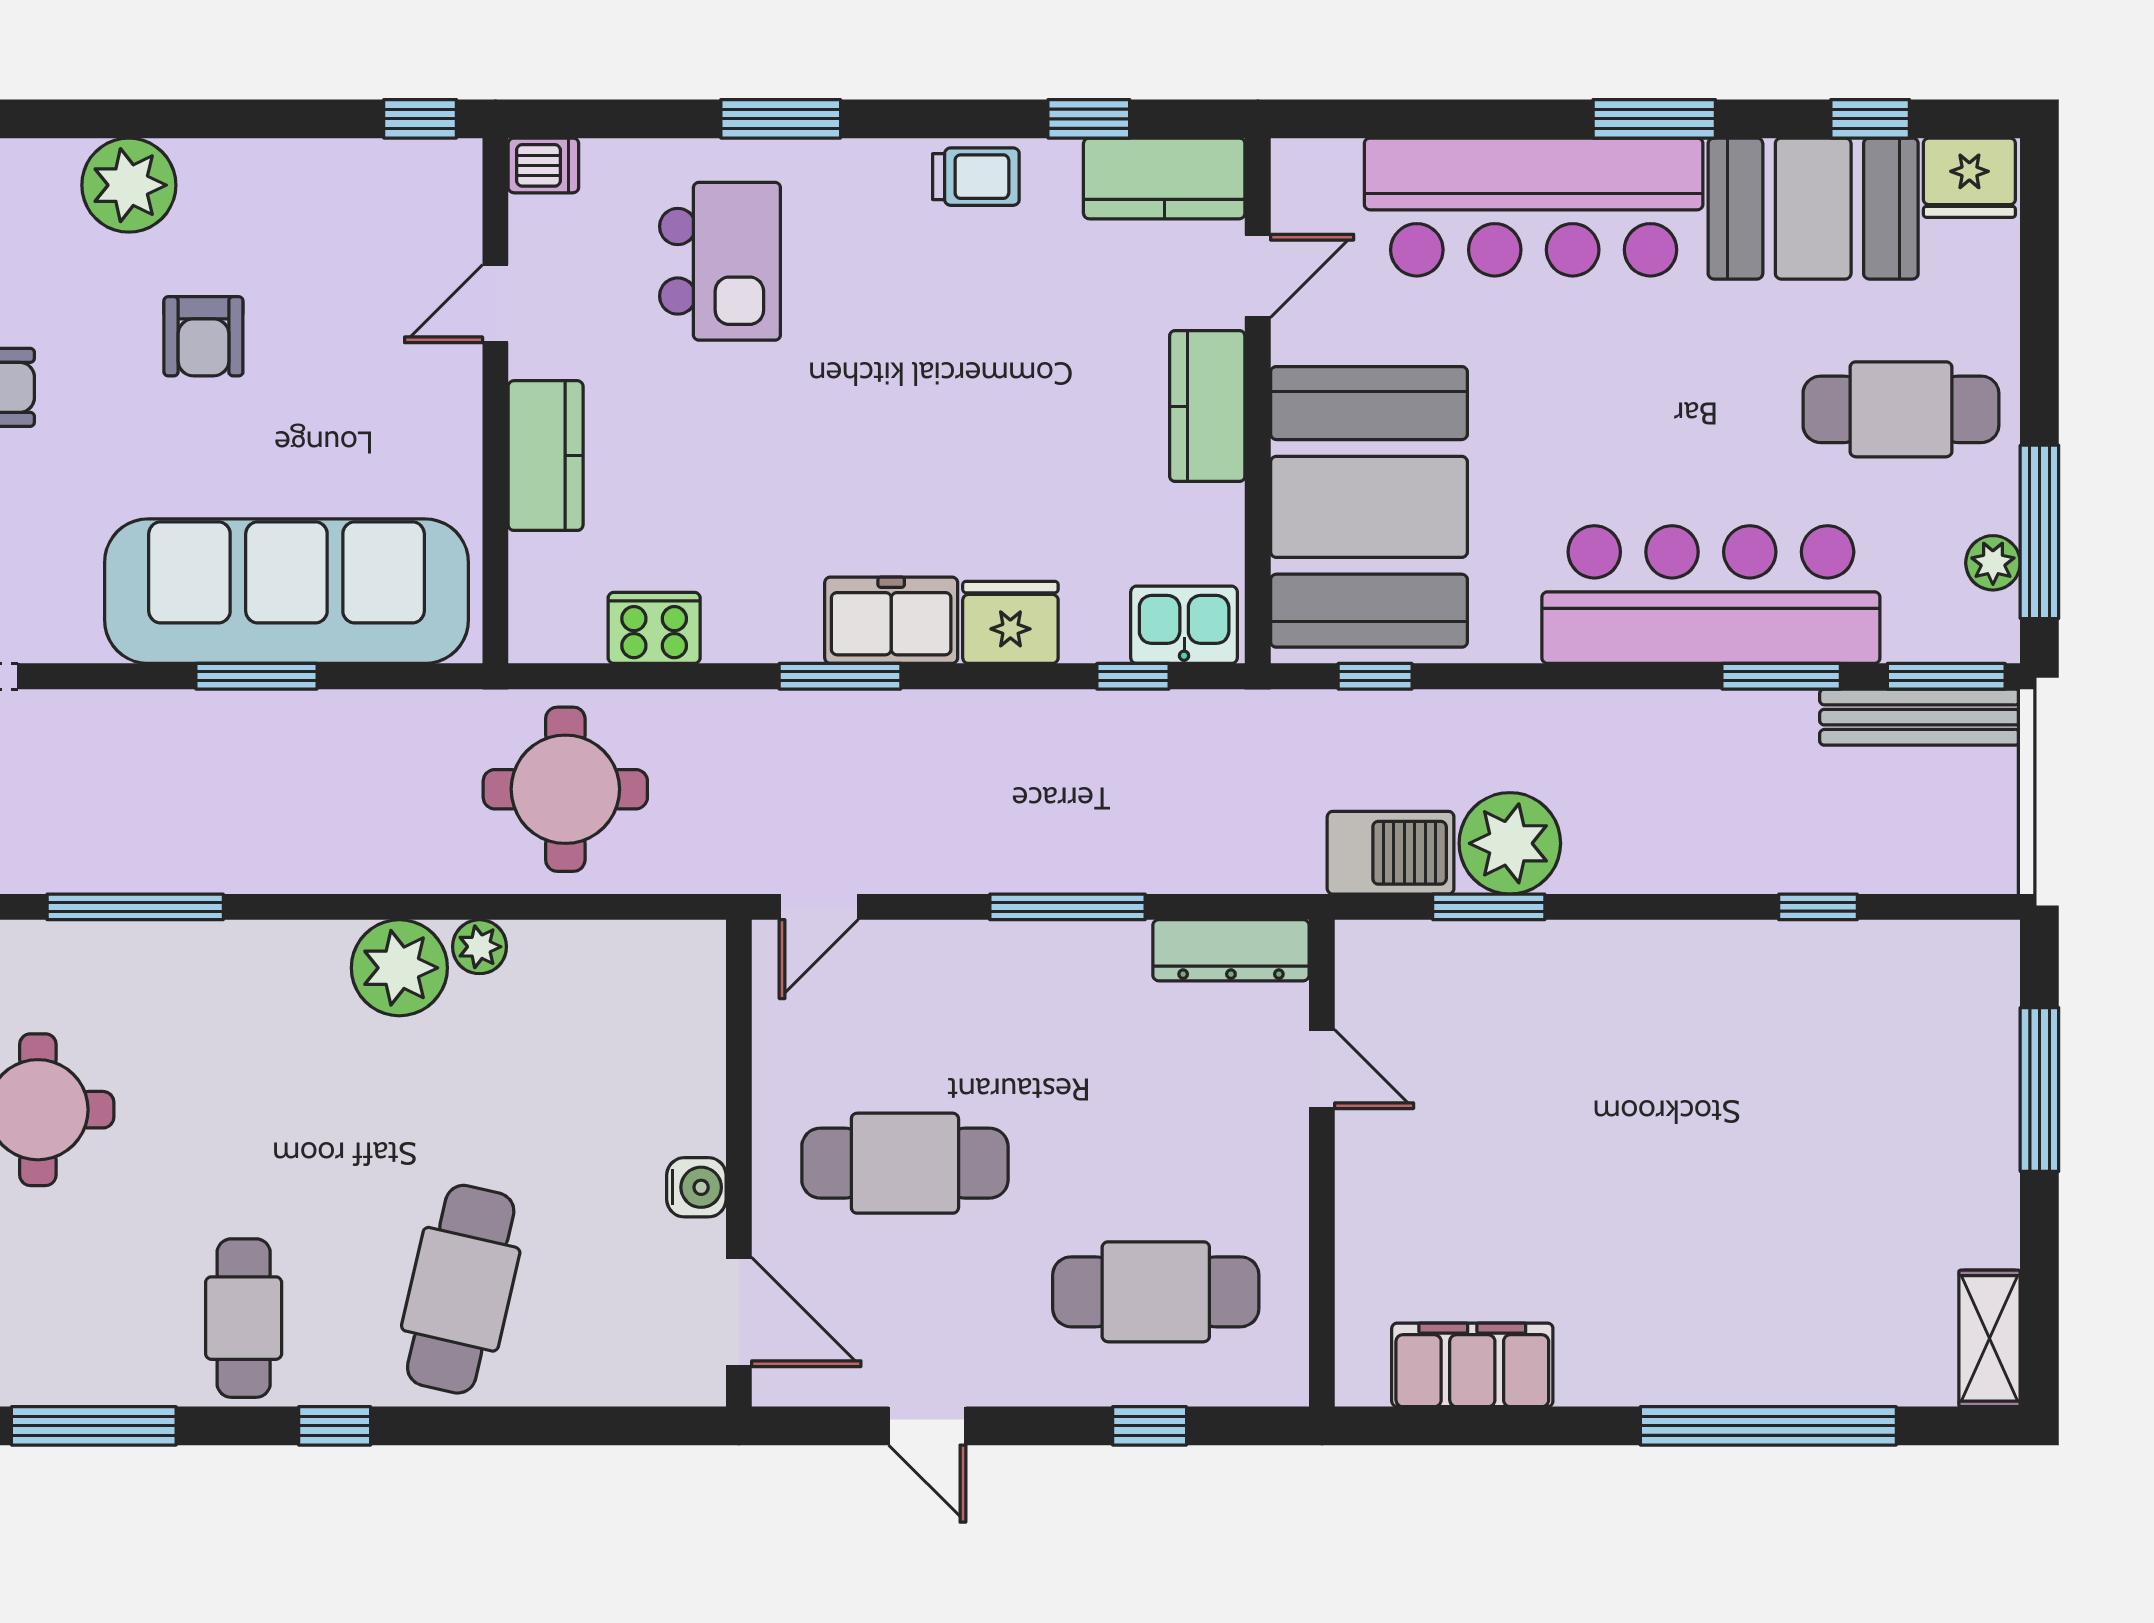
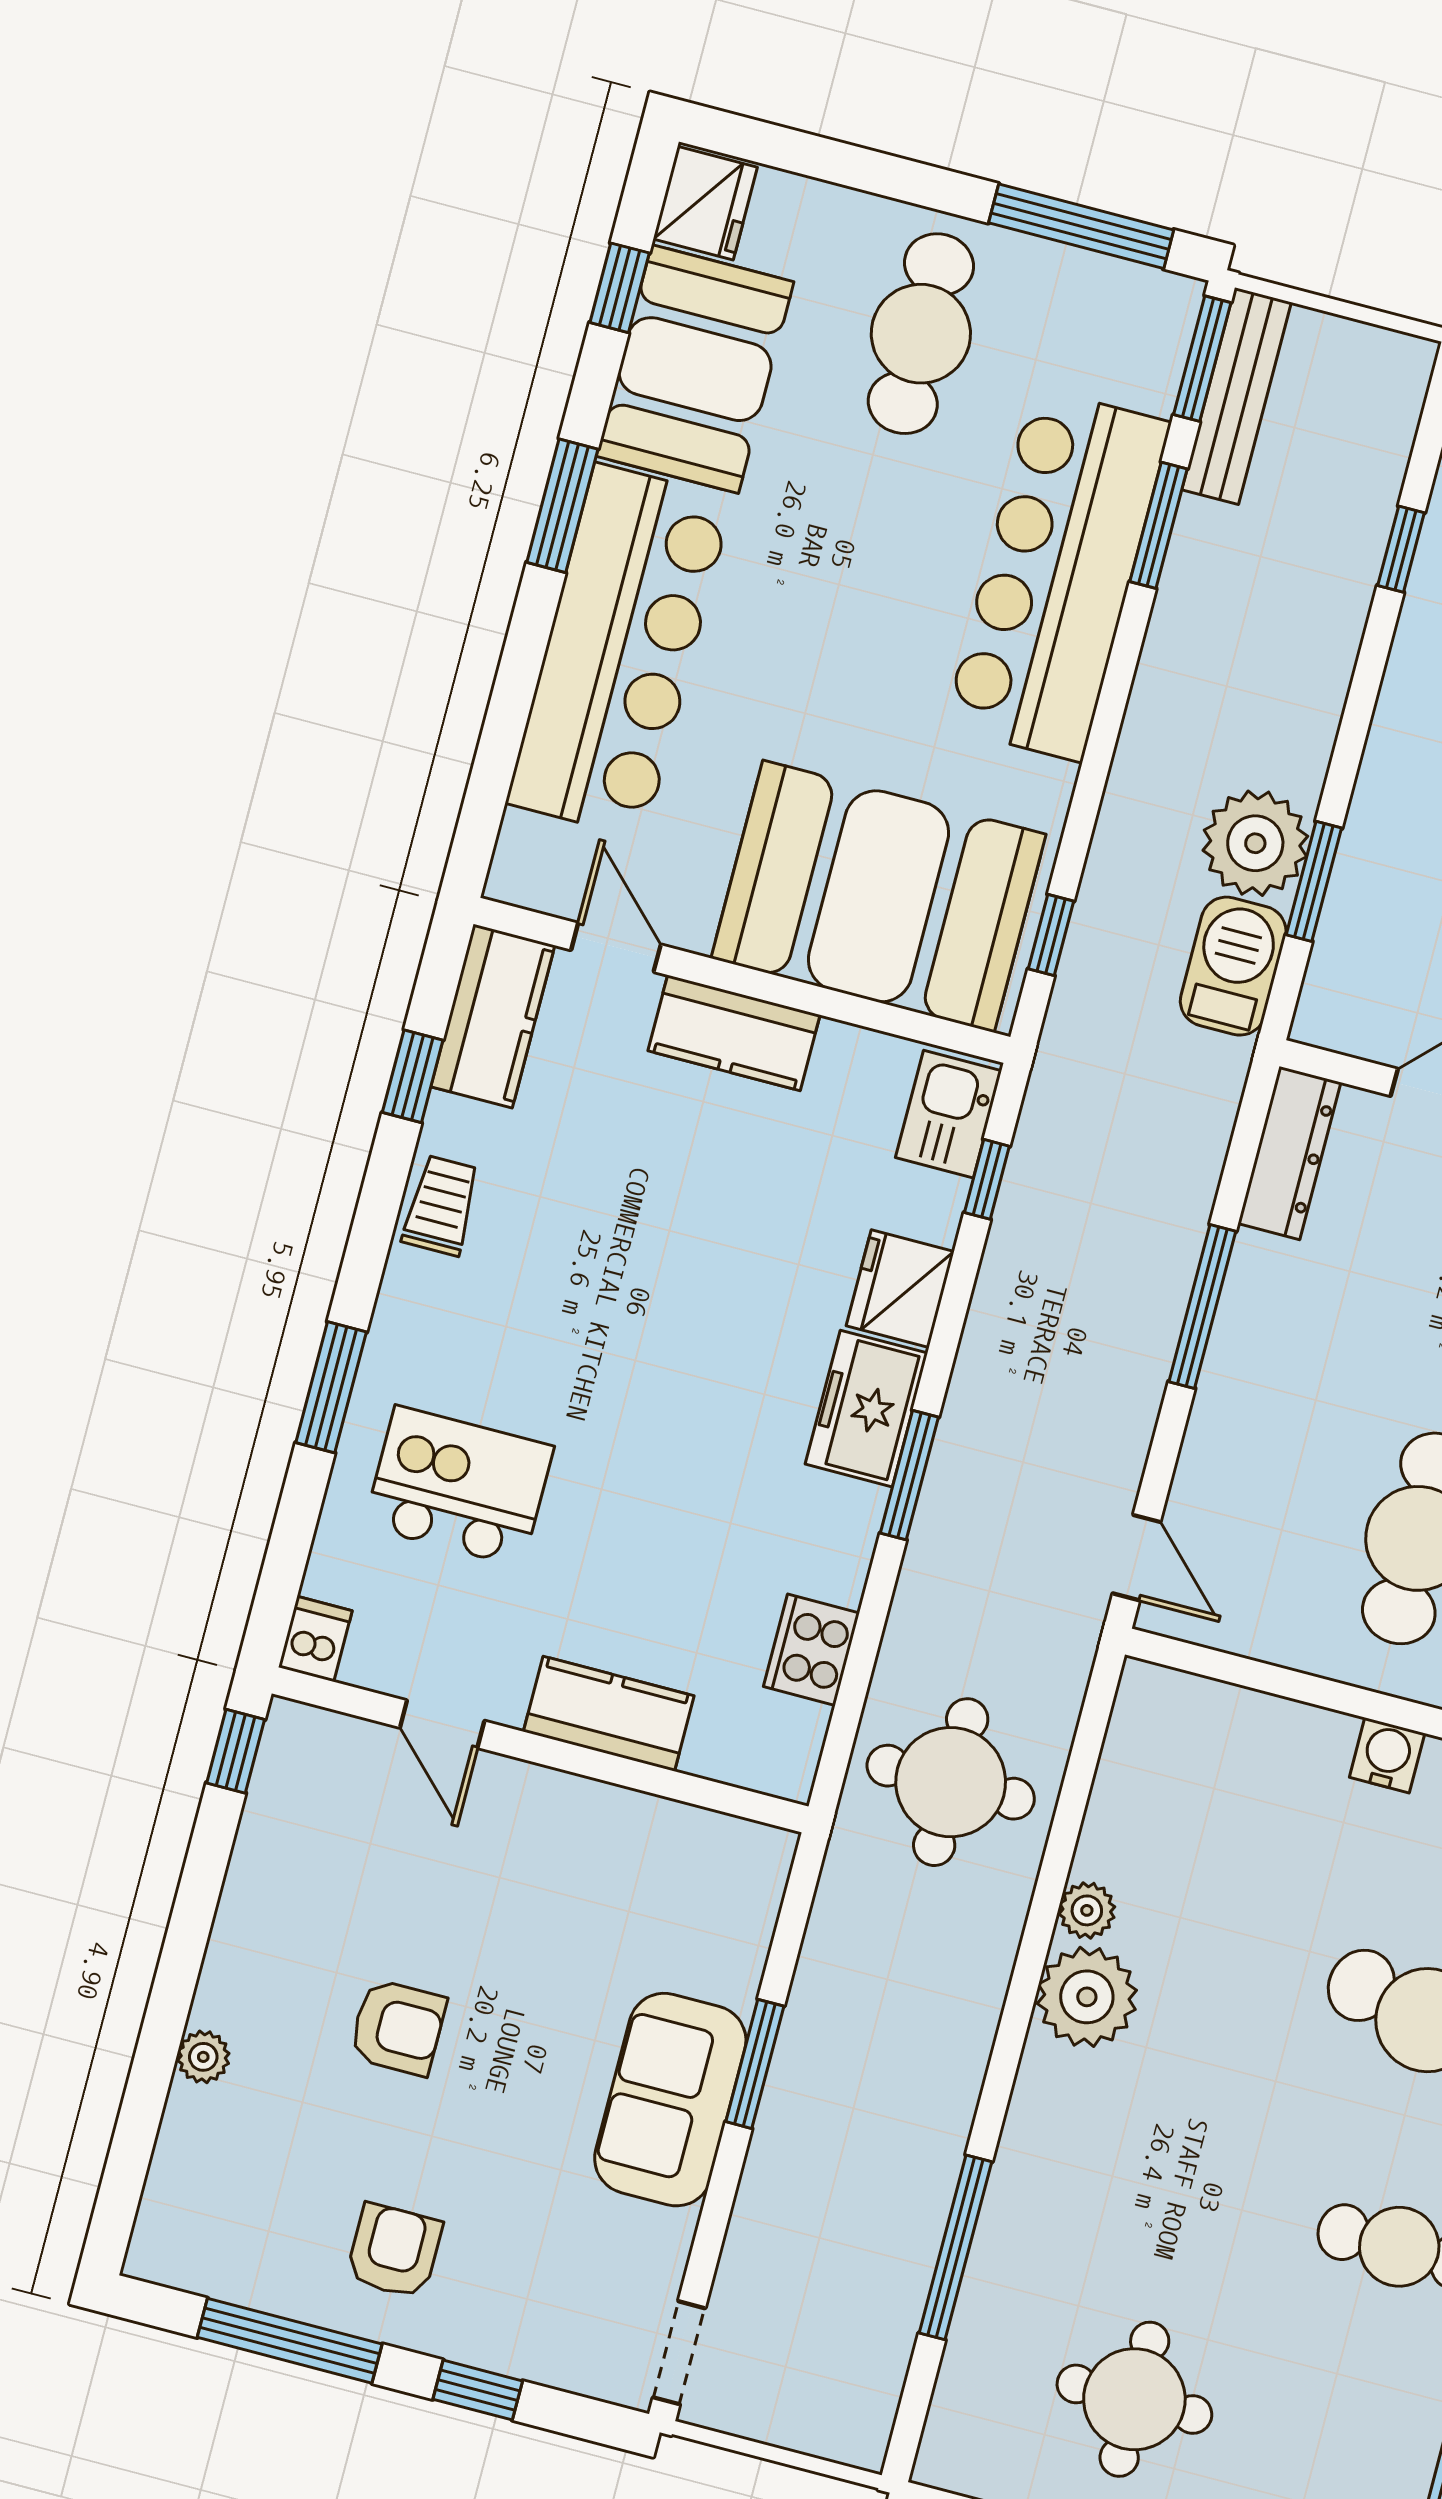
plant: (129, 185) -> (203, 2057), width x0.53, depth x0.53
plant: (1993, 563) -> (1100, 281), removed
sofa: (286, 591) -> (670, 2100), width x0.54, depth x0.79

